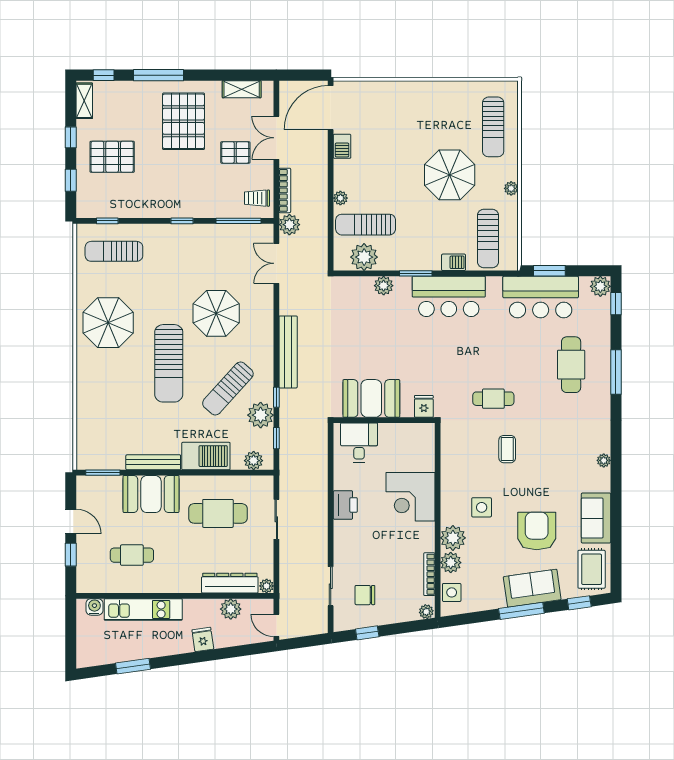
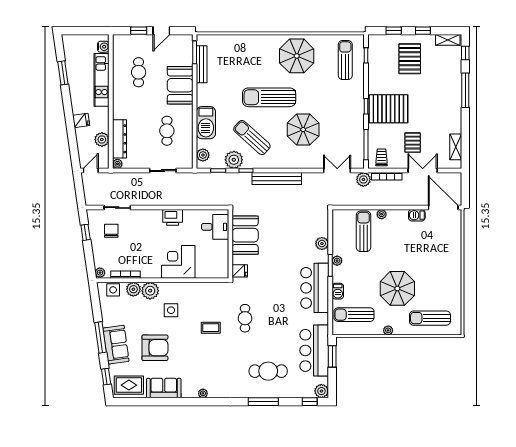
pallet: (184, 121) -> (388, 109), moved
plant: (364, 257) -> (337, 261), moved, width x0.53, depth x0.53
bench: (153, 462) -> (202, 64), moved
cafe table: (218, 513) -> (167, 131), width x0.73, depth x0.74

